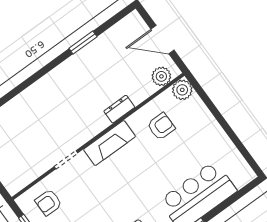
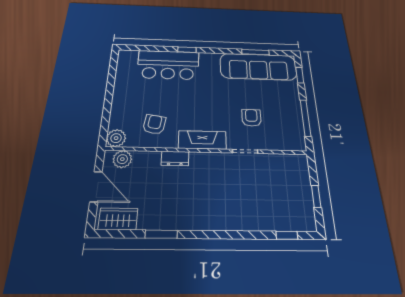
wardrobe: (124, 29) -> (118, 219), added
armchair: (161, 126) -> (154, 124), turned 99
armchair: (48, 202) -> (251, 118), moved, turned -90

